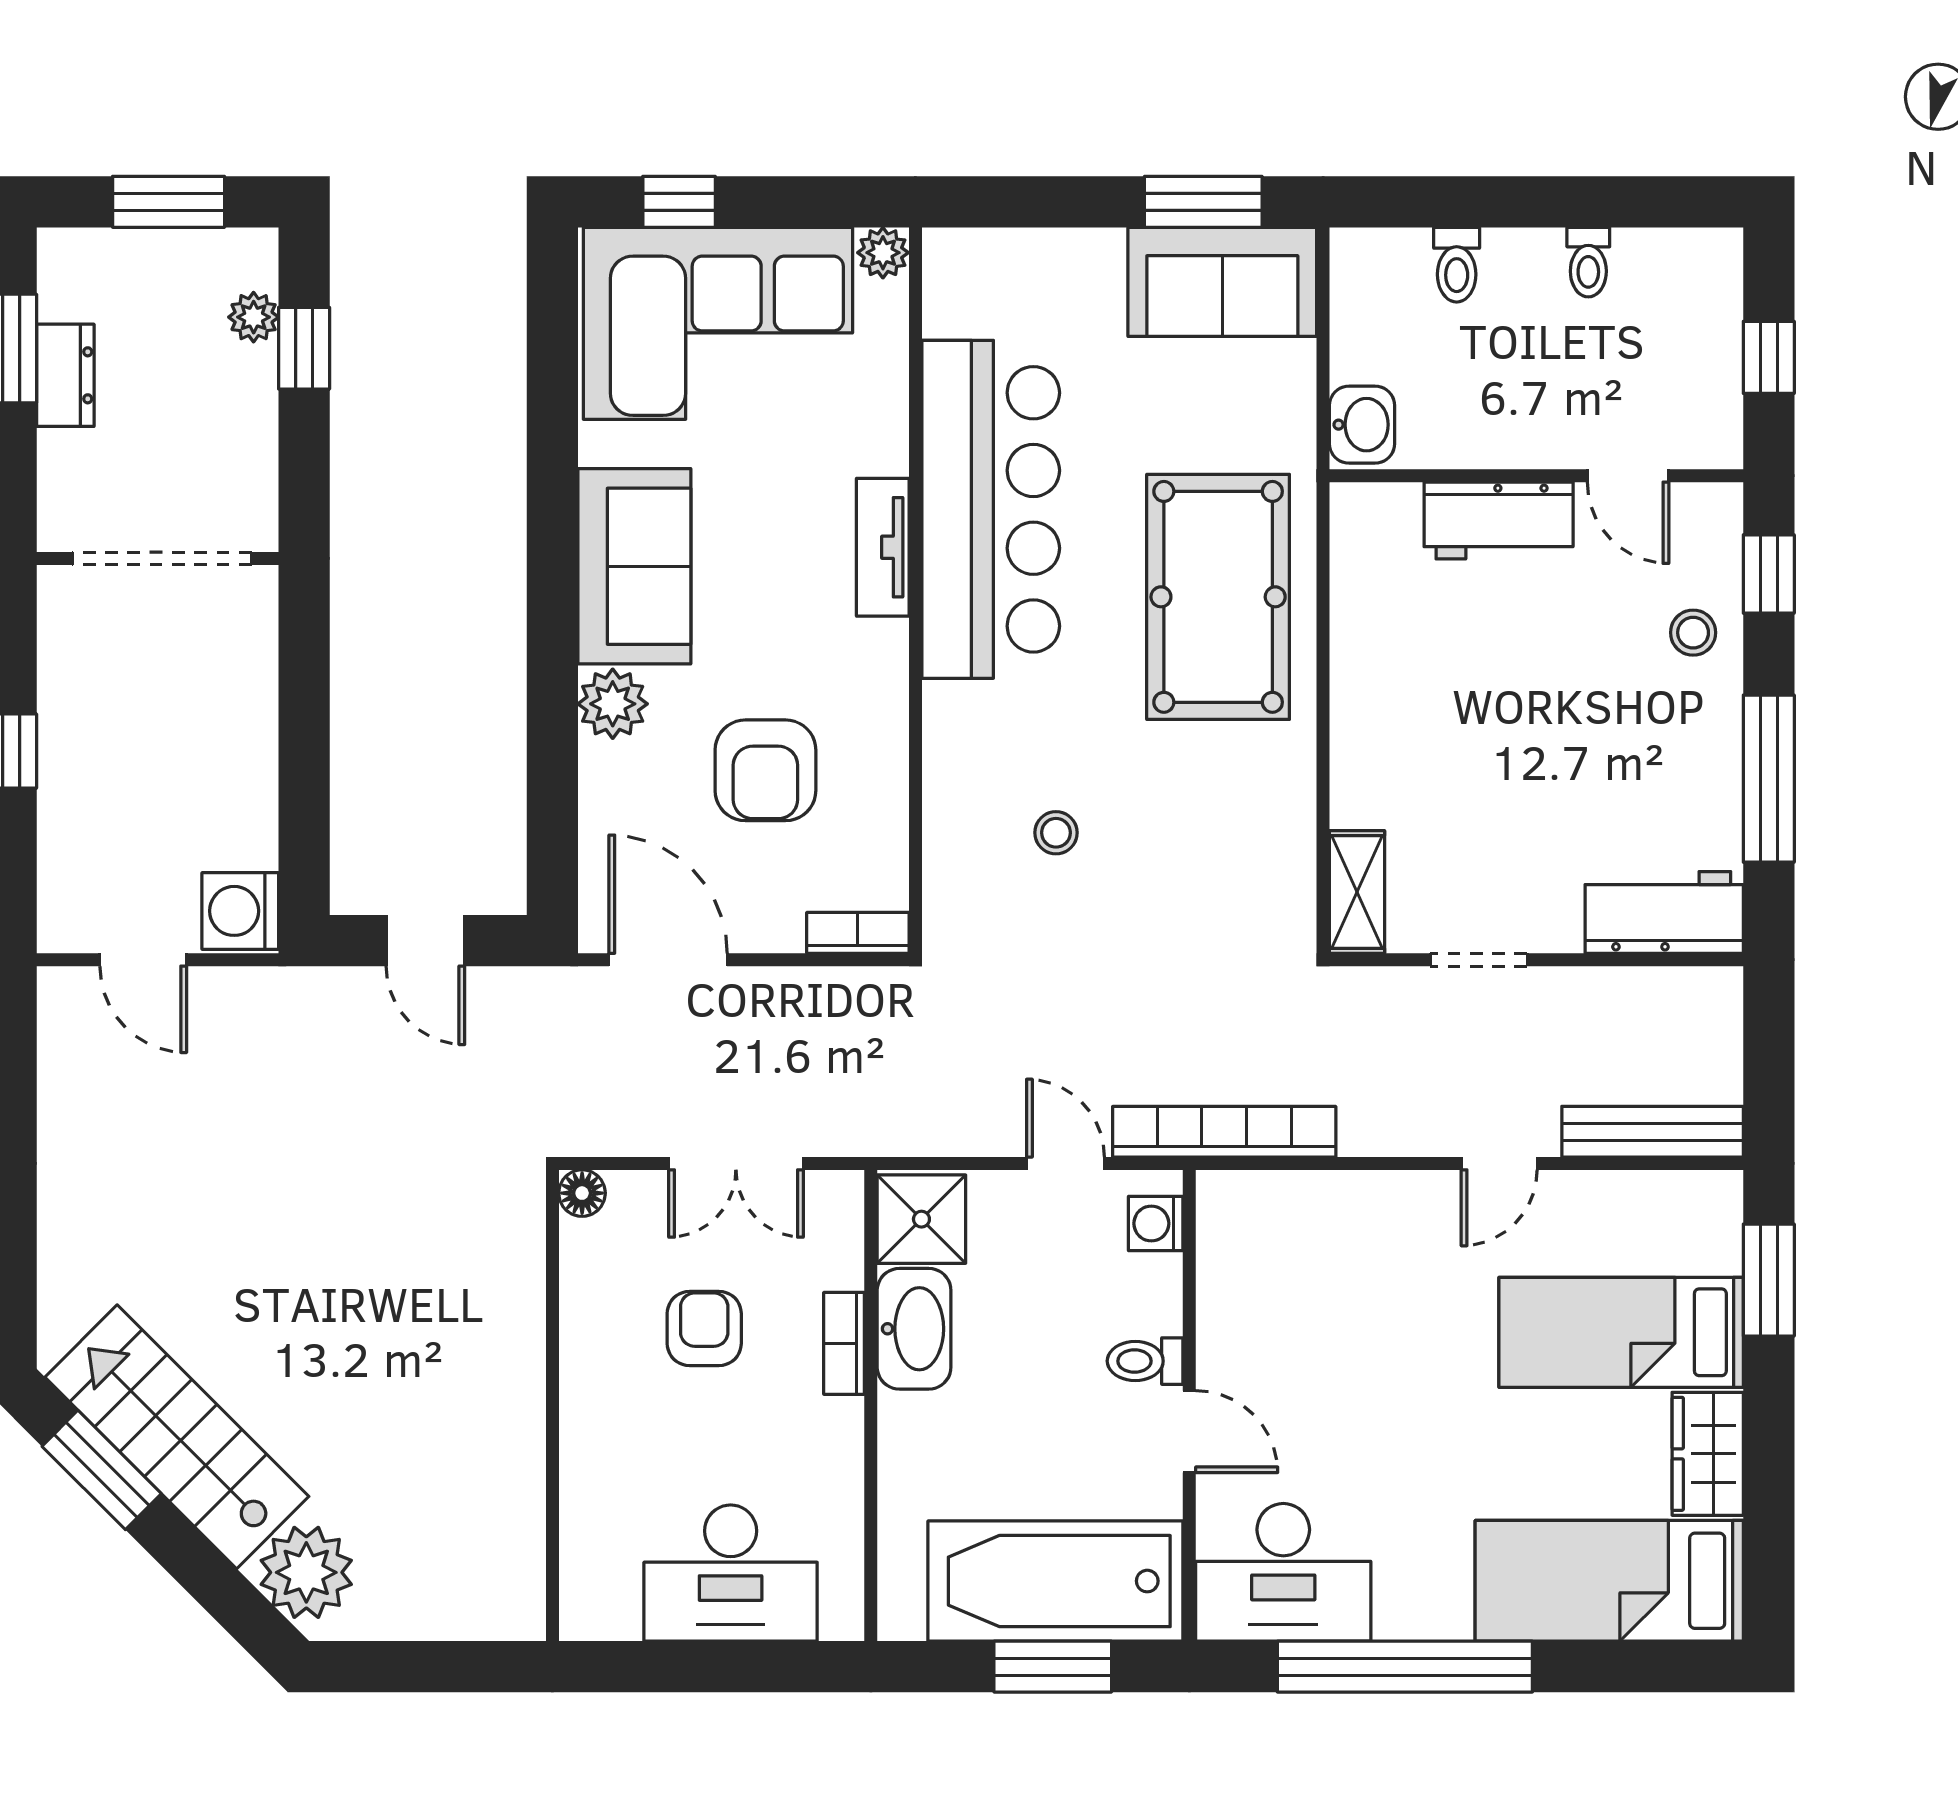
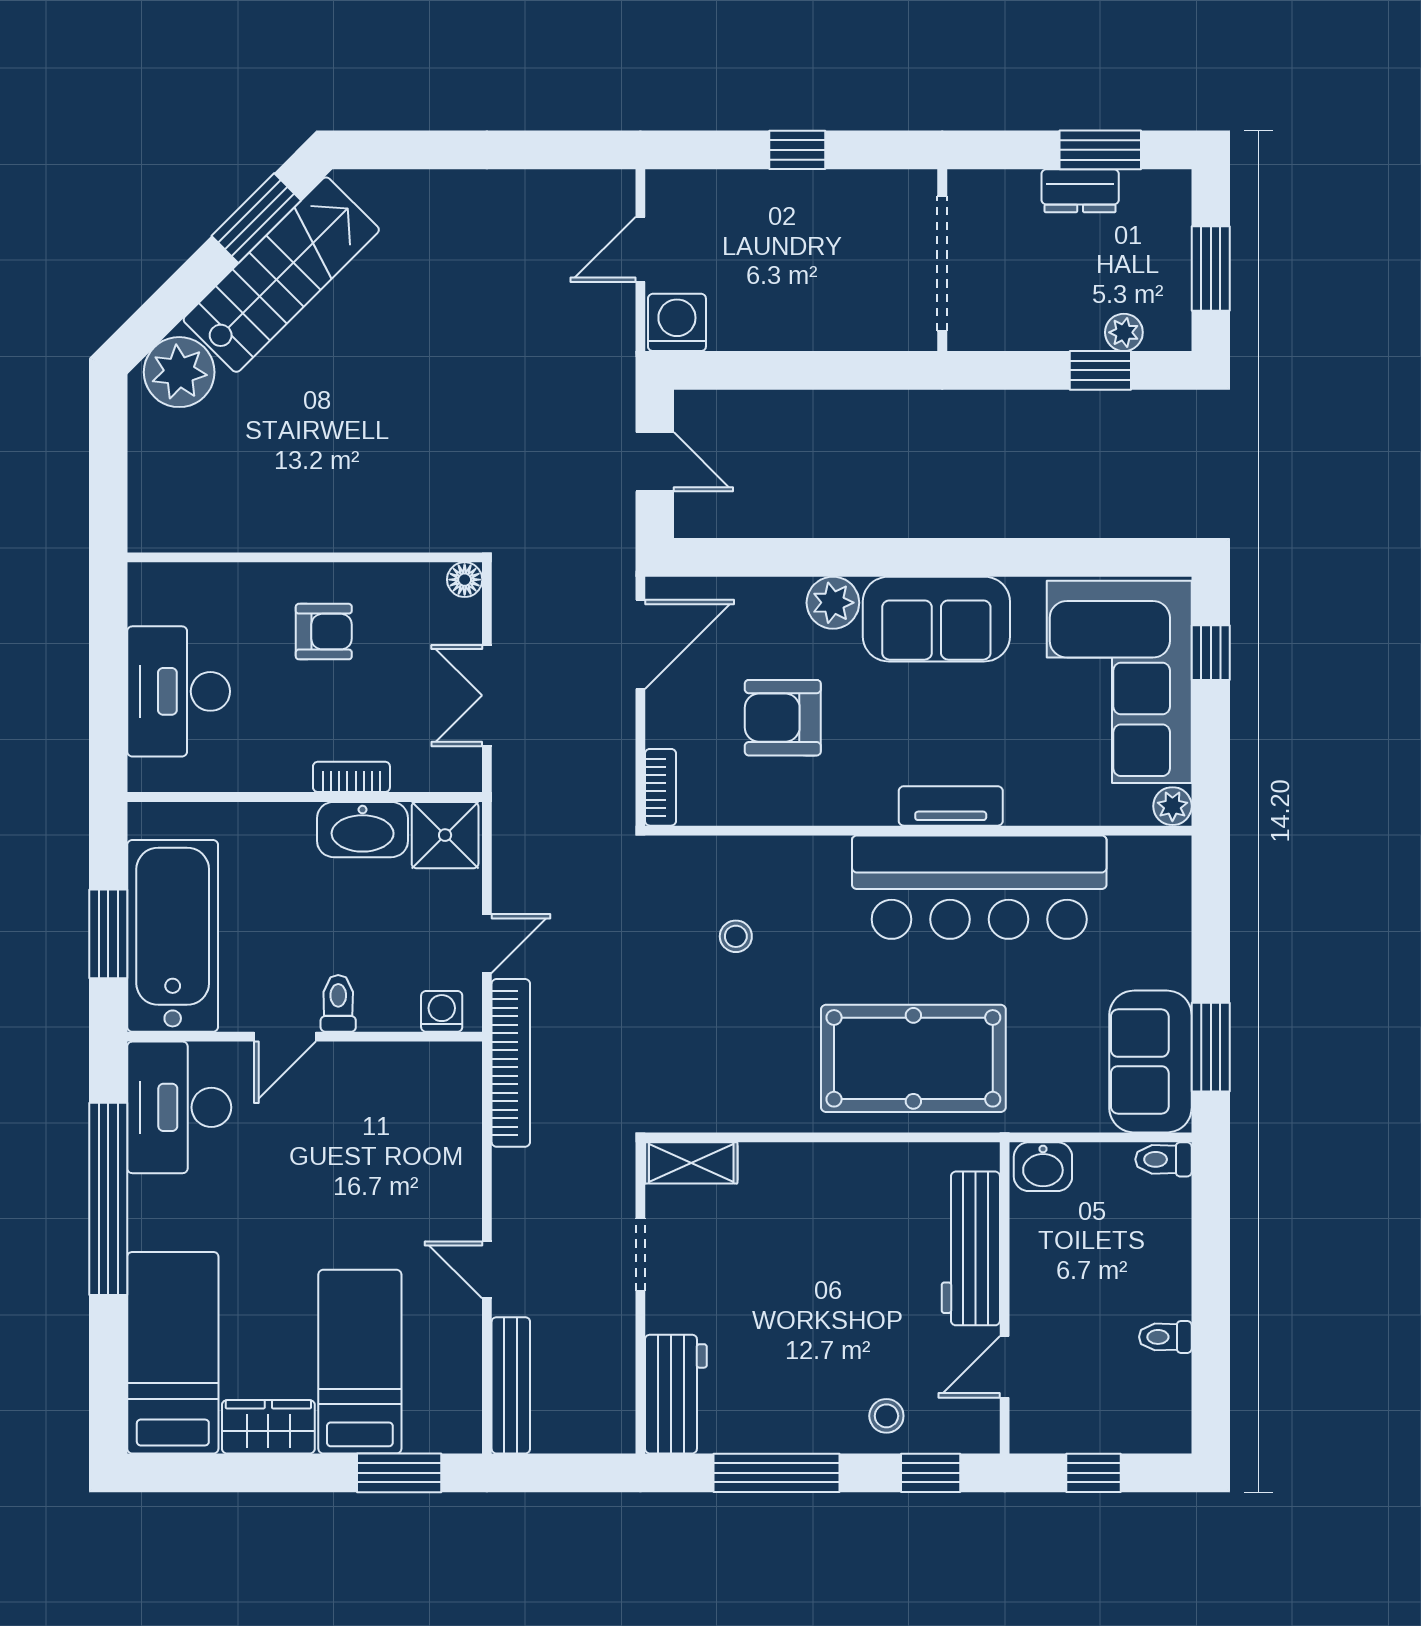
toilet: (1457, 265) -> (1163, 1159), moved
workbench: (1499, 521) -> (971, 1248), width x1.38
door: (425, 941) -> (655, 462), swing flipped
armchair: (704, 1329) -> (324, 632), moved

